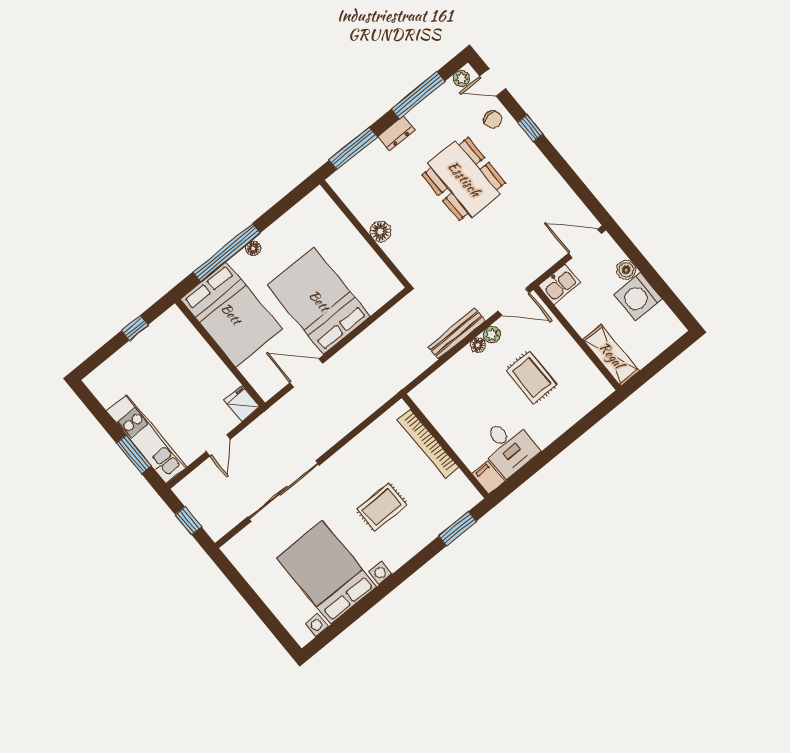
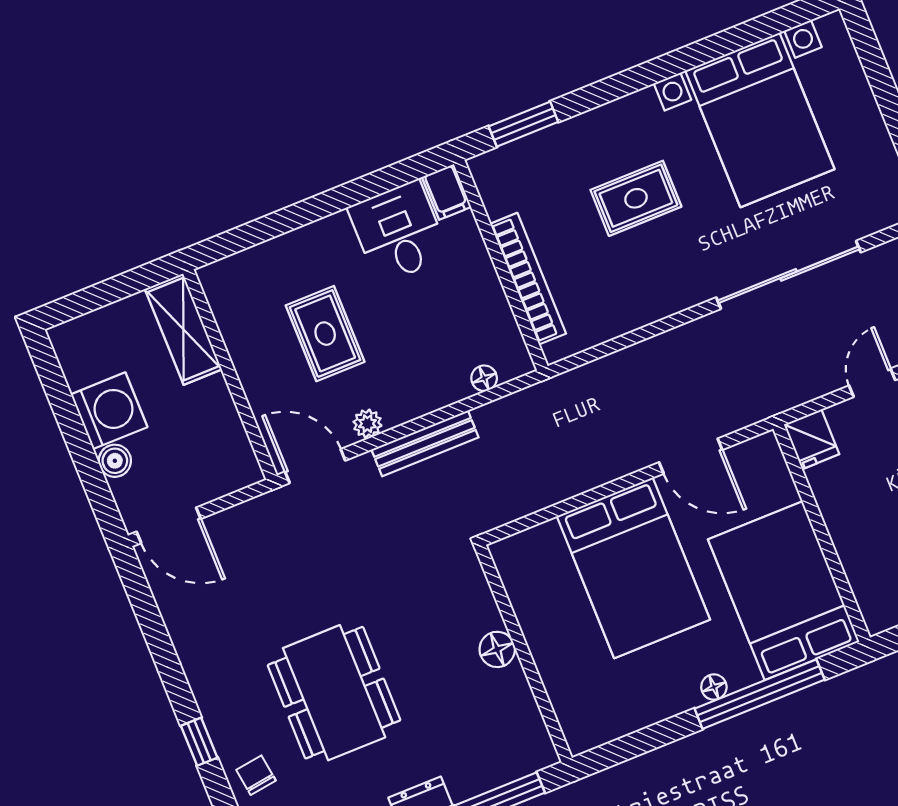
kitchen sink: (560, 284) -> (231, 471), removed
floor lamp: (478, 345) -> (484, 378), moved

